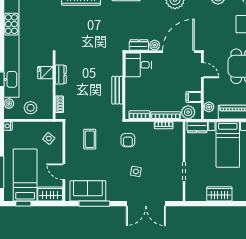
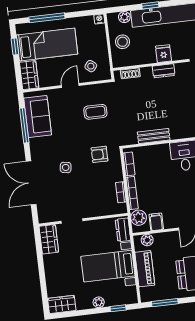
door: (64, 172) -> (70, 86), moved
wardrobe: (219, 194) -> (49, 239), moved

